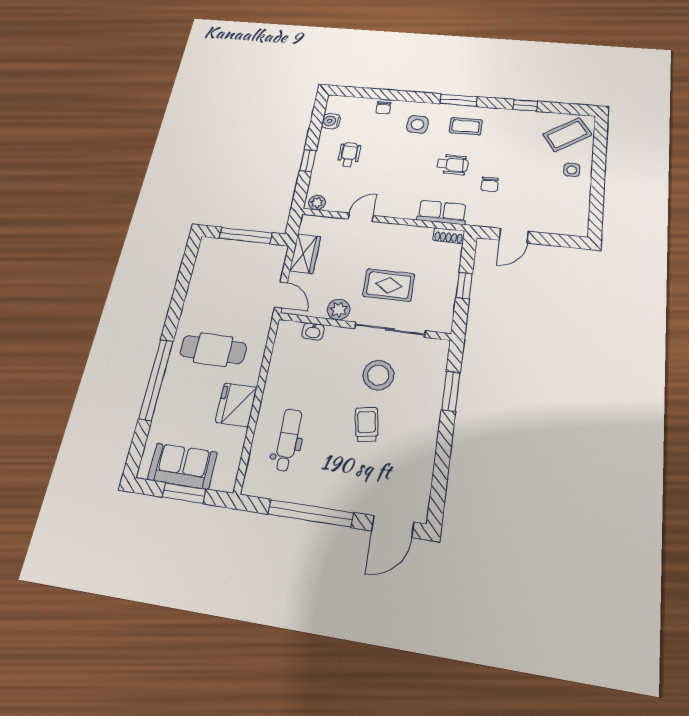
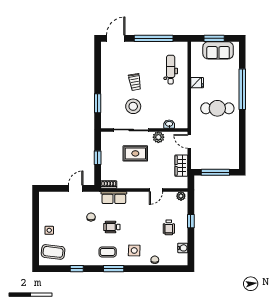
coffee table: (567, 135) -> (53, 252), turned 41
fridge: (236, 405) -> (197, 83), width x0.53, depth x0.75
dental chair: (288, 440) -> (171, 70), turned 180

